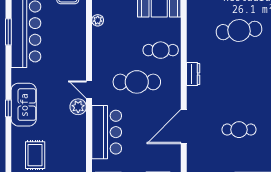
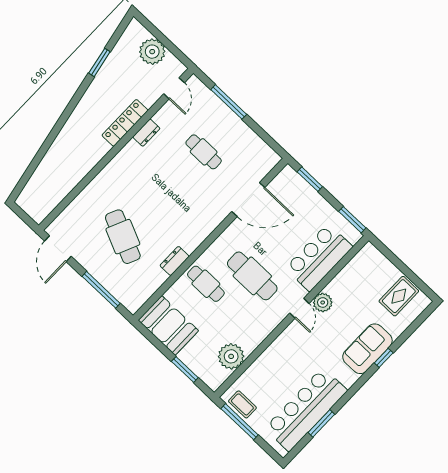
plant: (98, 20) -> (231, 356), width x1.87, depth x1.87
cafe table: (239, 30) -> (123, 237), turned 30
dresser: (193, 74) -> (175, 261), moved

